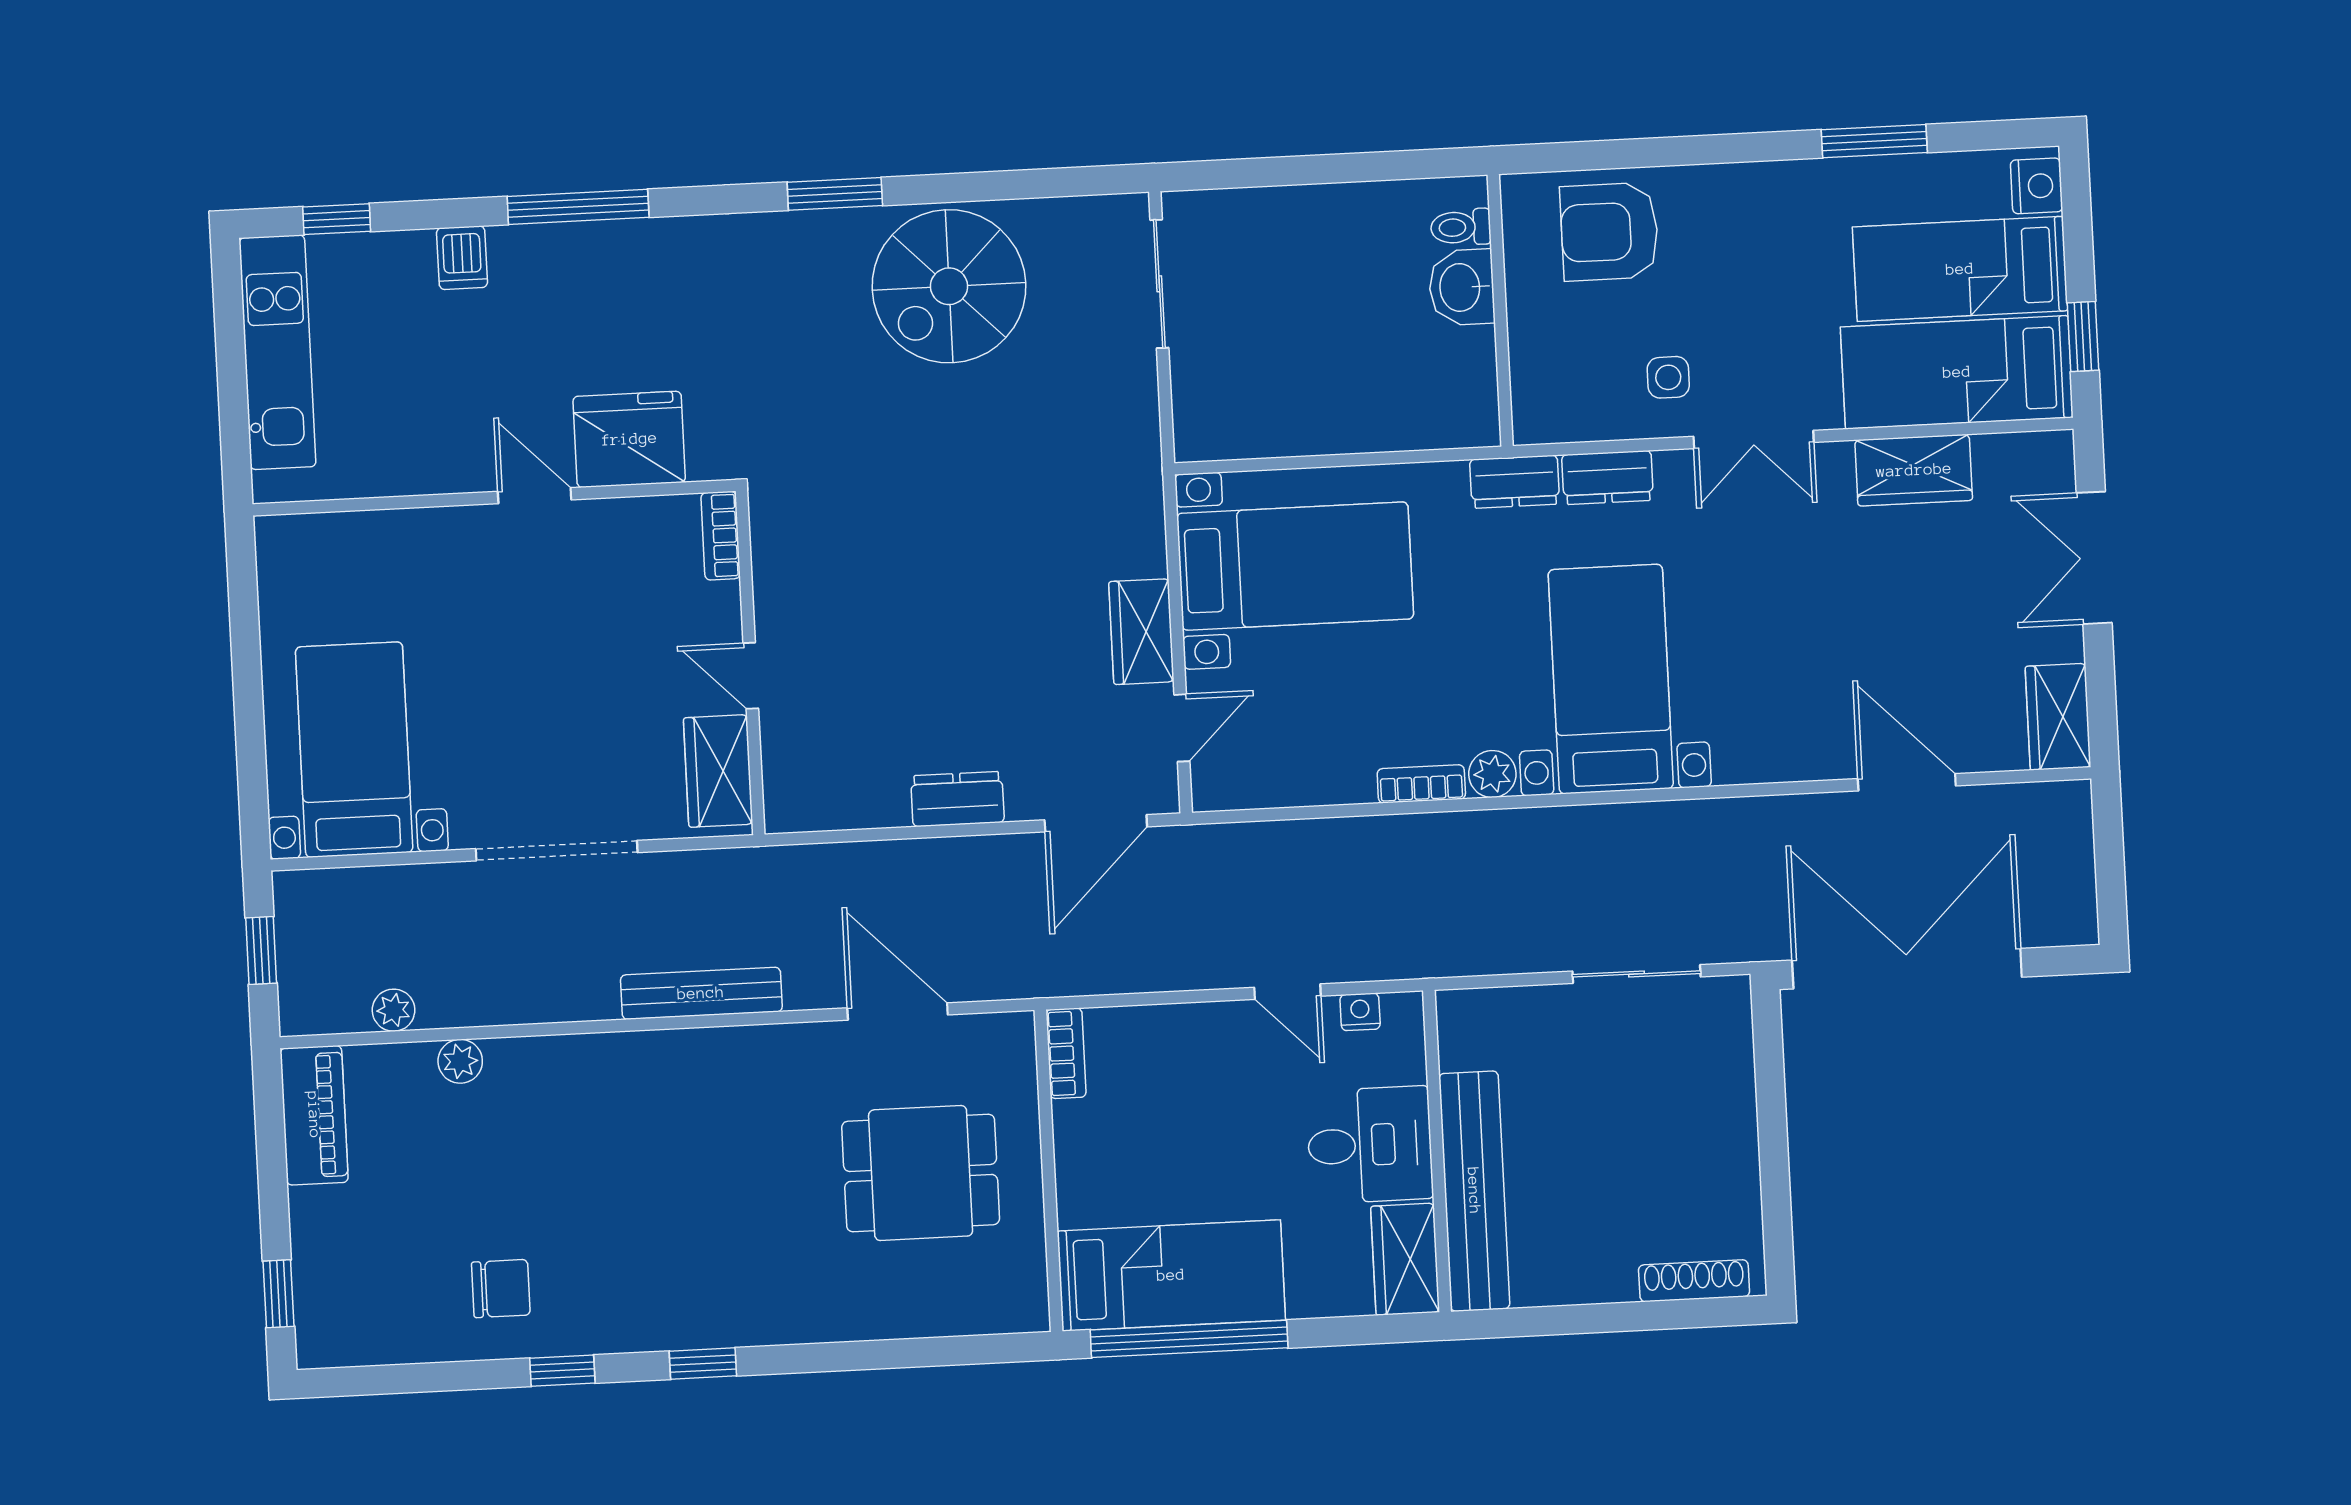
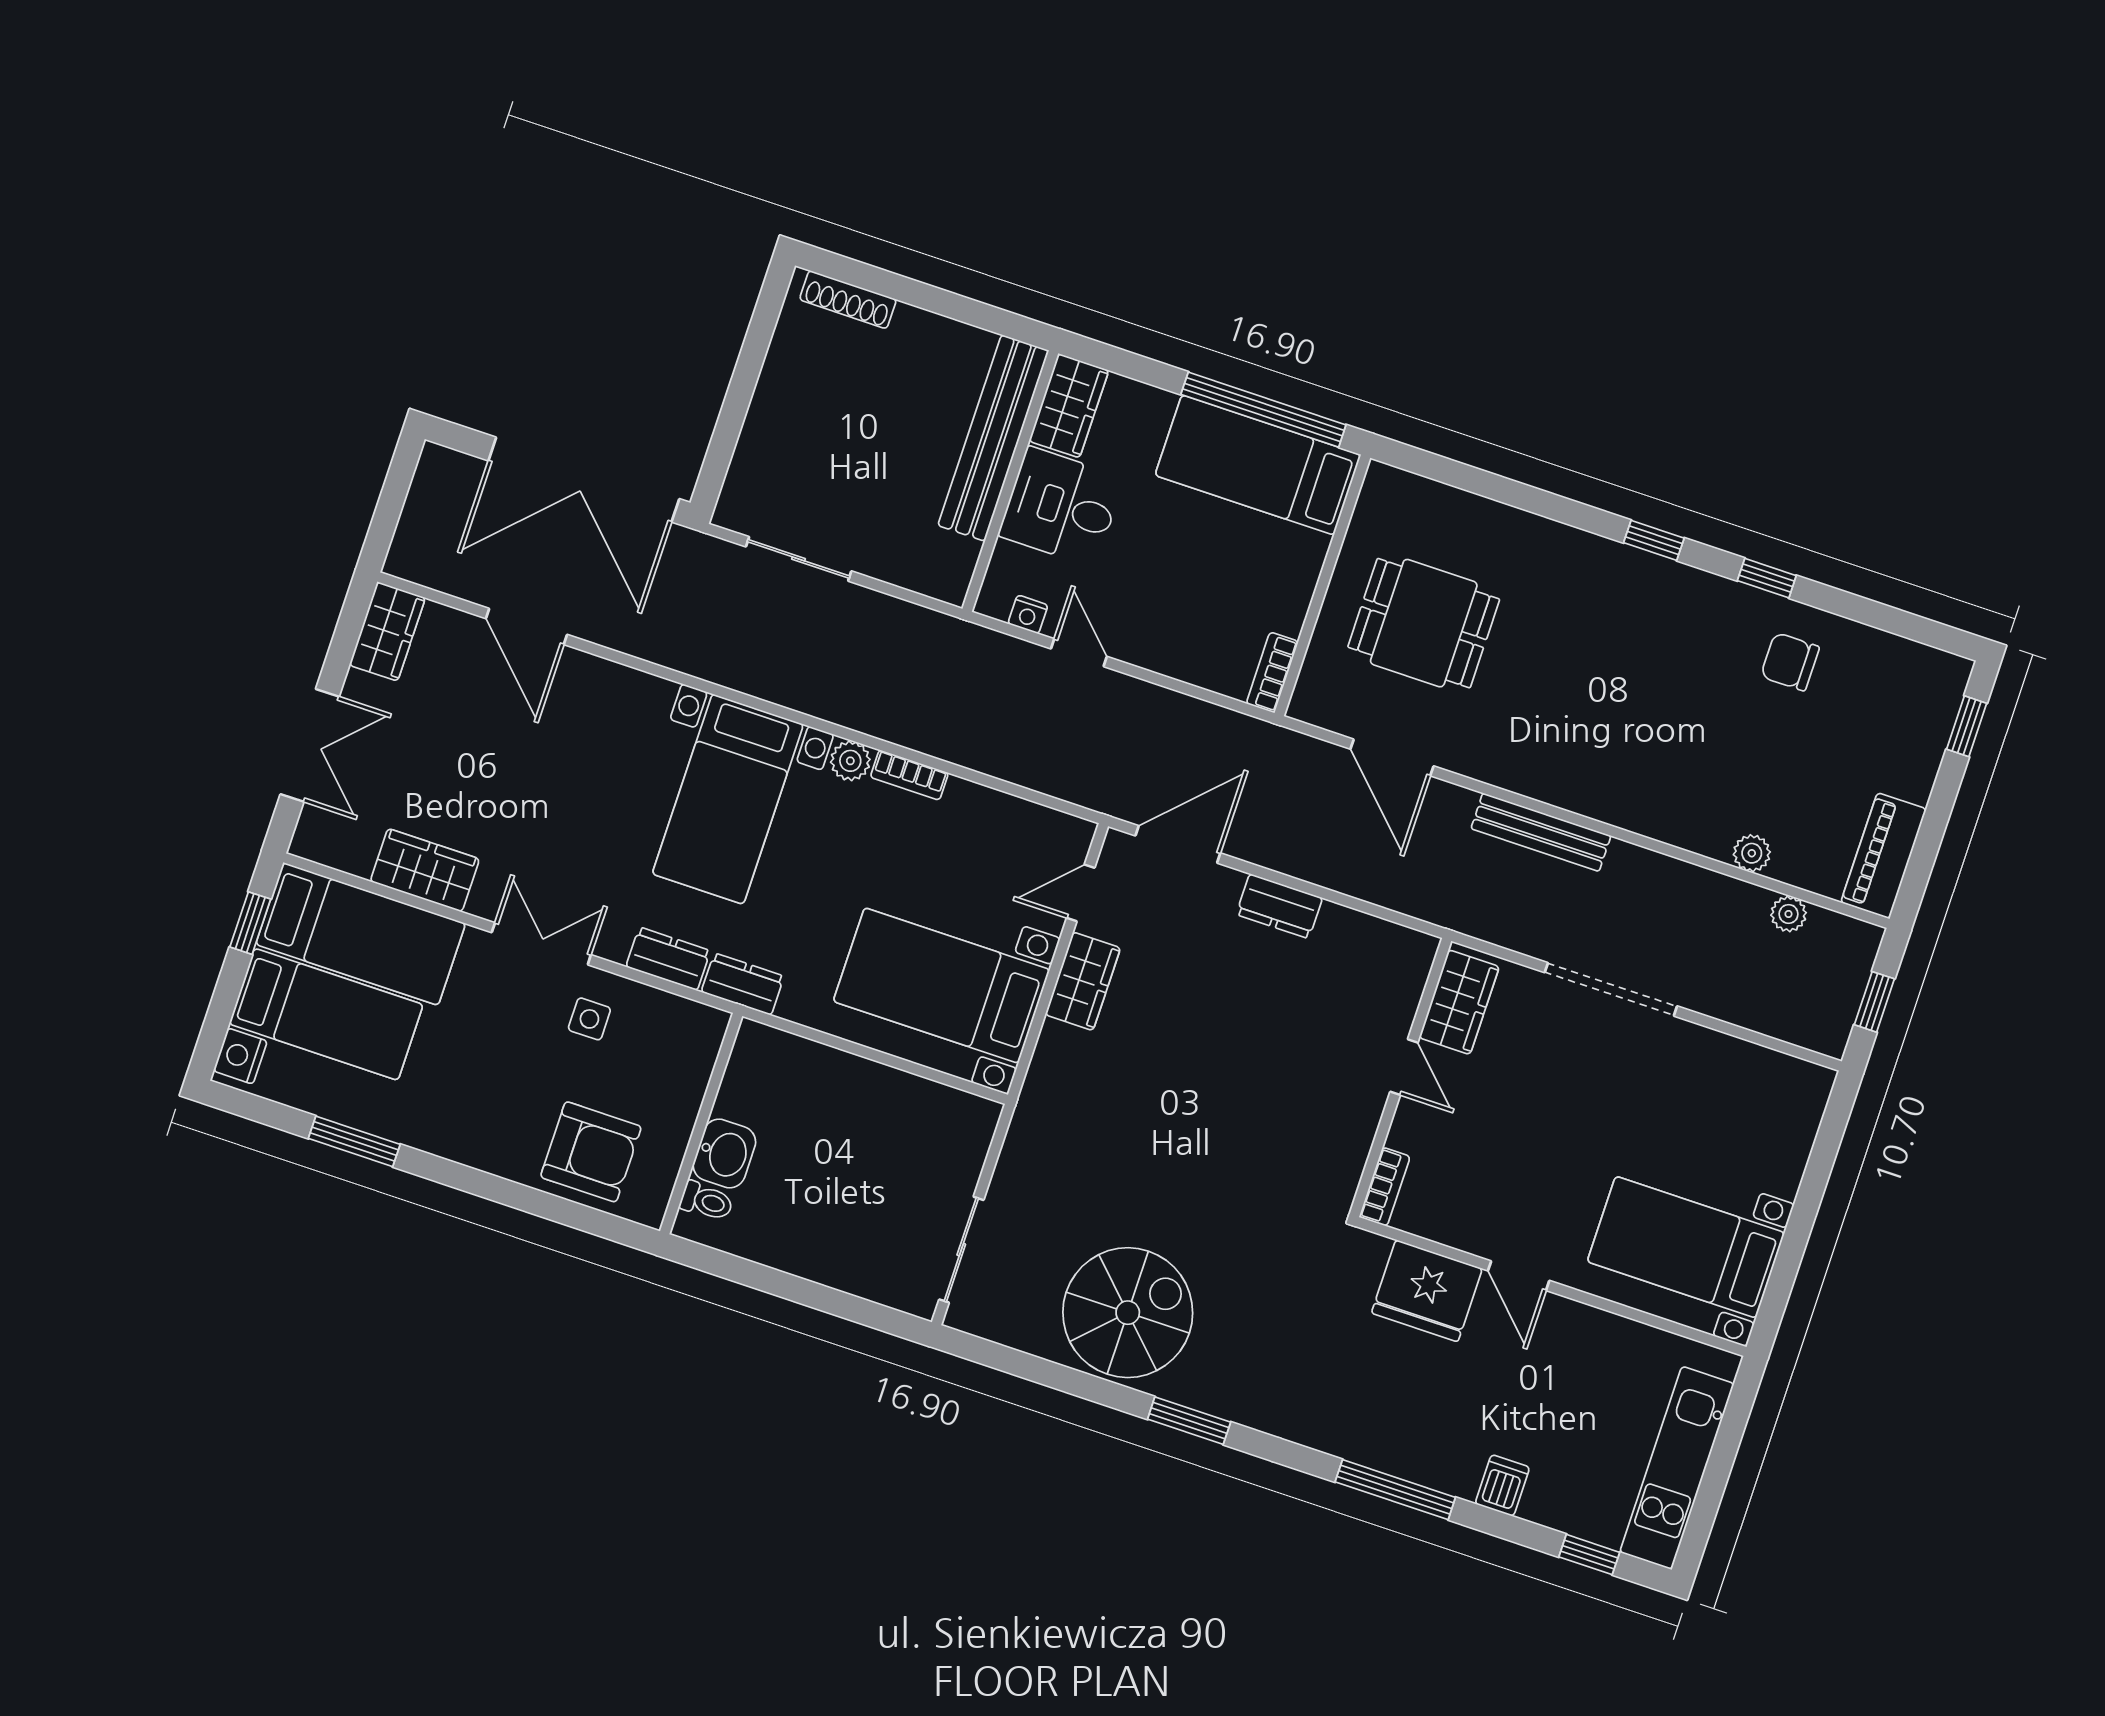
bed with nightstands: (354, 750) -> (1686, 1247), moved, turned 90

